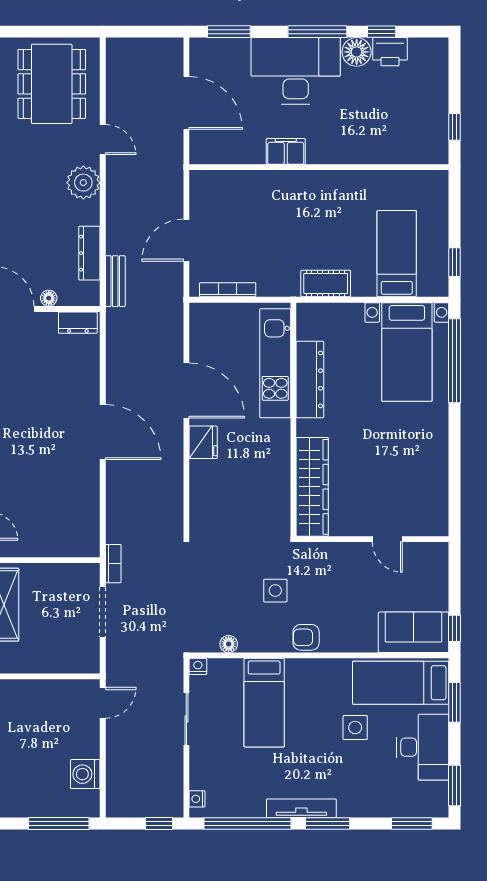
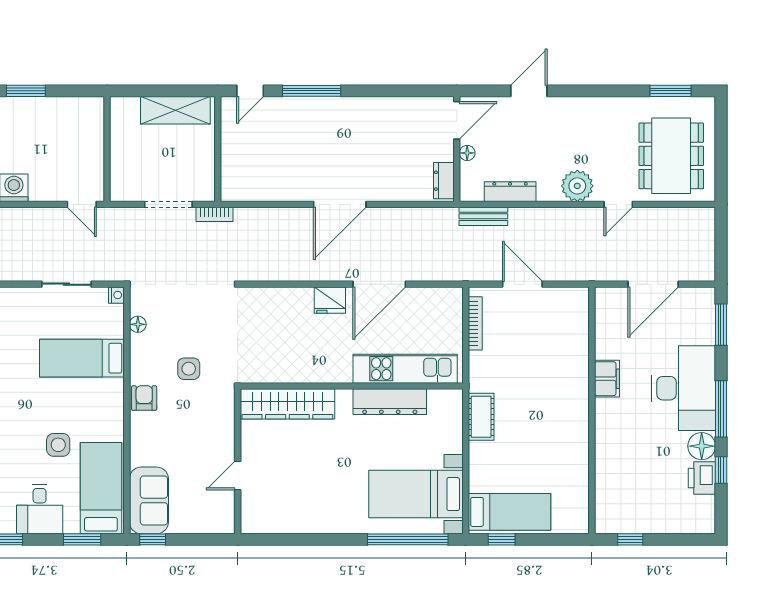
dining table: (52, 84) -> (671, 156), turned 90
bed: (397, 254) -> (510, 512), moved
desk: (423, 747) -> (40, 509), width x0.73

